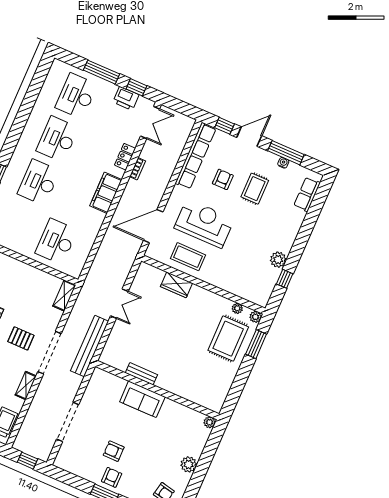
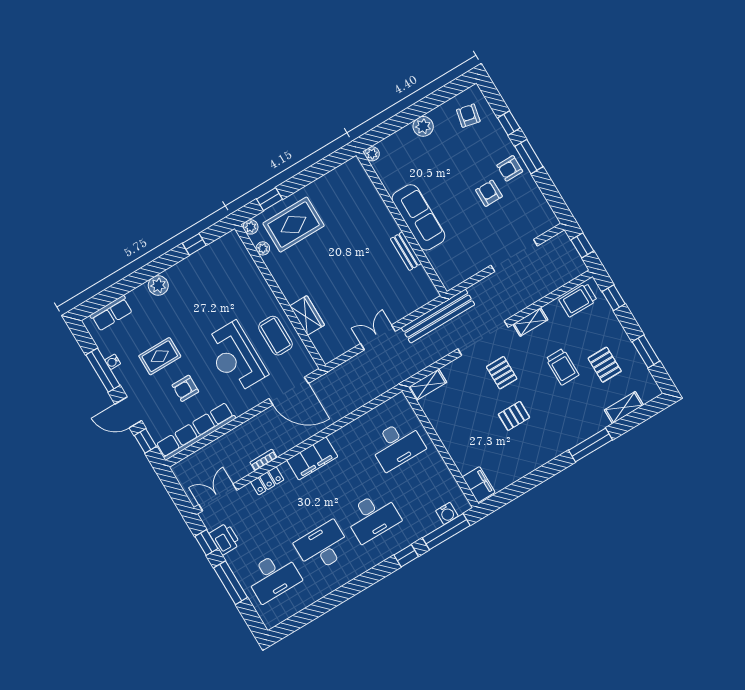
desk: (57, 139) -> (323, 547), turned 180
plant: (278, 260) -> (158, 285), moved
window: (256, 344) -> (270, 199), width x0.67
sofa: (142, 399) -> (418, 217), width x1.36
armchair: (114, 451) -> (489, 193), turned 180

